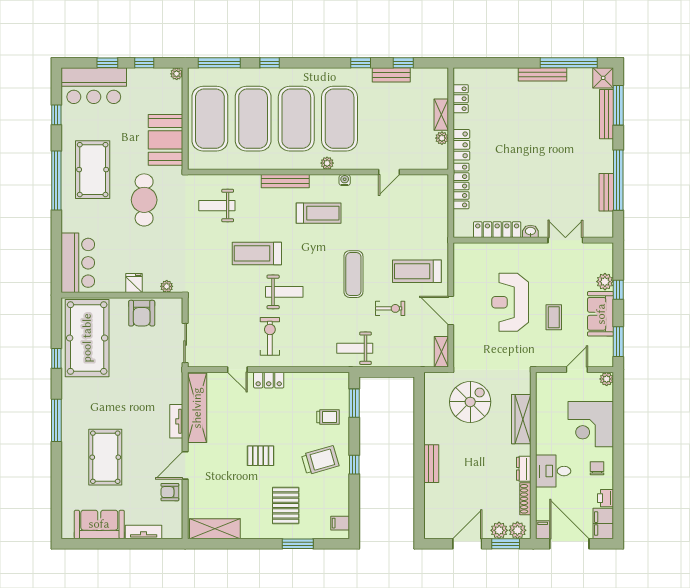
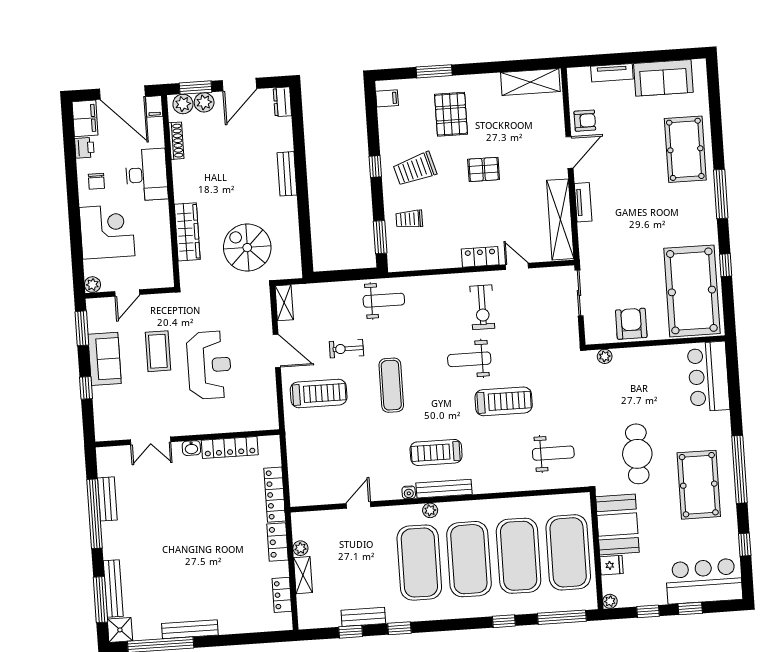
bench: (285, 181) -> (444, 489), moved
plant: (605, 282) -> (102, 396), removed
fridge: (134, 283) -> (612, 565), moved, turned -90
coffee table: (554, 317) -> (158, 351), width x1.36, depth x1.30
spiral stairs: (470, 402) -> (247, 248), turned 90
pool table: (105, 457) -> (685, 149), moved
dresser: (524, 469) -> (282, 102), moved, turned 180
desk: (553, 471) -> (147, 175), width x1.37

